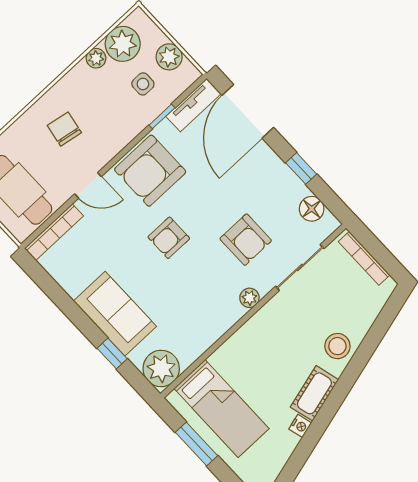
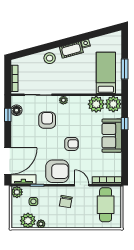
plant: (169, 57) -> (17, 192), moved
chair: (64, 129) -> (66, 202), moved
window: (301, 168) -> (8, 115), moved
plant: (189, 342) -> (96, 104), added

